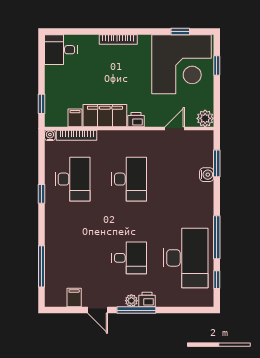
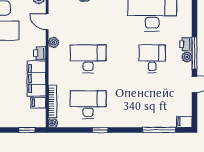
plant: (149, 137) -> (54, 42), added
filing cabinet: (74, 298) -> (184, 122), moved

